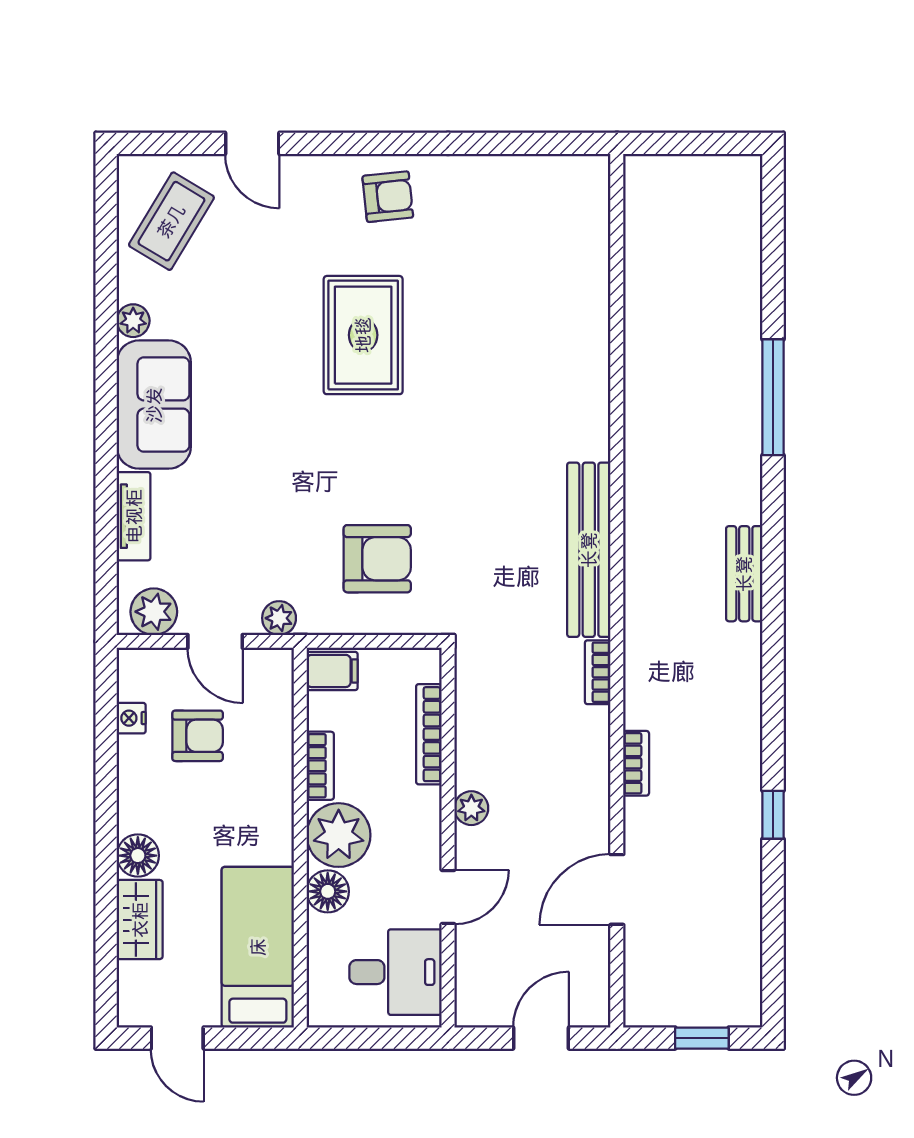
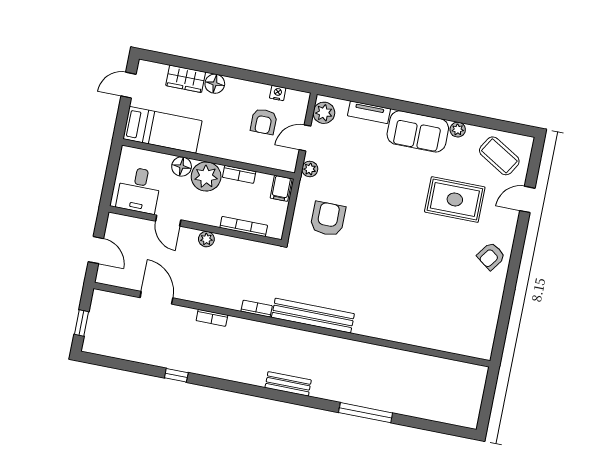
armchair: (388, 197) -> (491, 256), turned 42
rug: (363, 335) -> (455, 199), moved
armchair: (377, 559) -> (328, 219), turned 180

